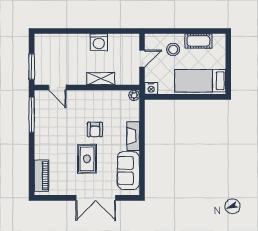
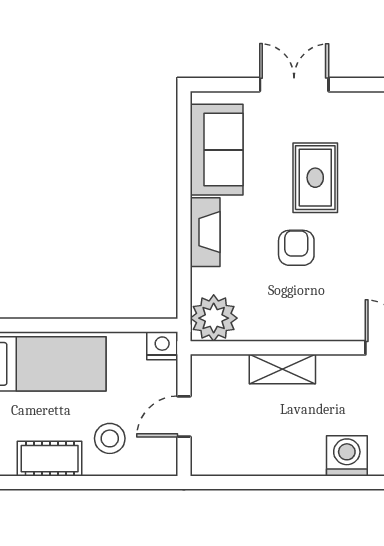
washing machine: (99, 42) -> (347, 456), moved
plant: (134, 95) -> (214, 318), width x1.88, depth x1.88
double door: (96, 198) -> (294, 85), width x0.73

